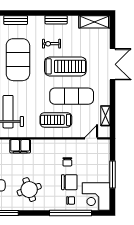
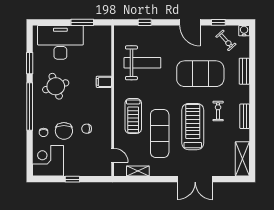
treadmill: (65, 66) -> (193, 127), turned 180
treadmill: (56, 120) -> (133, 116), turned 180
filing cabinet: (20, 146) -> (104, 82), width x0.50
window: (113, 175) -> (72, 179), width x0.46
window: (71, 213) -> (30, 106), moved

